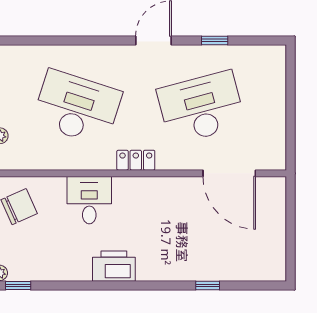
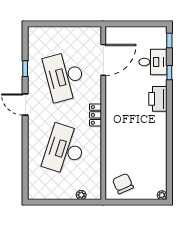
desk: (89, 200) -> (153, 62), moved, turned 180
printer: (114, 266) -> (158, 99), moved
window: (18, 286) -> (169, 41), moved

